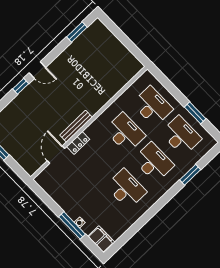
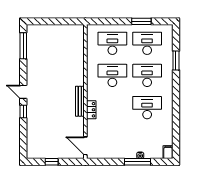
window: (77, 32) -> (23, 46), width x1.44
door: (37, 70) -> (23, 92), swing flipped
door: (56, 155) -> (85, 146), moved
filing cabinet: (101, 239) -> (168, 152), width x0.50

